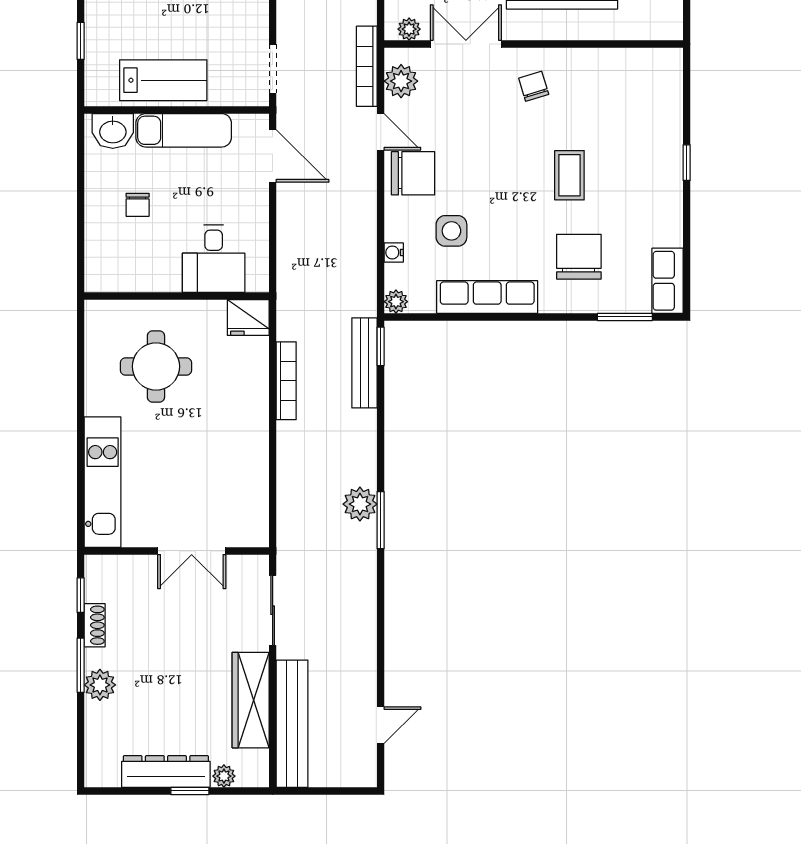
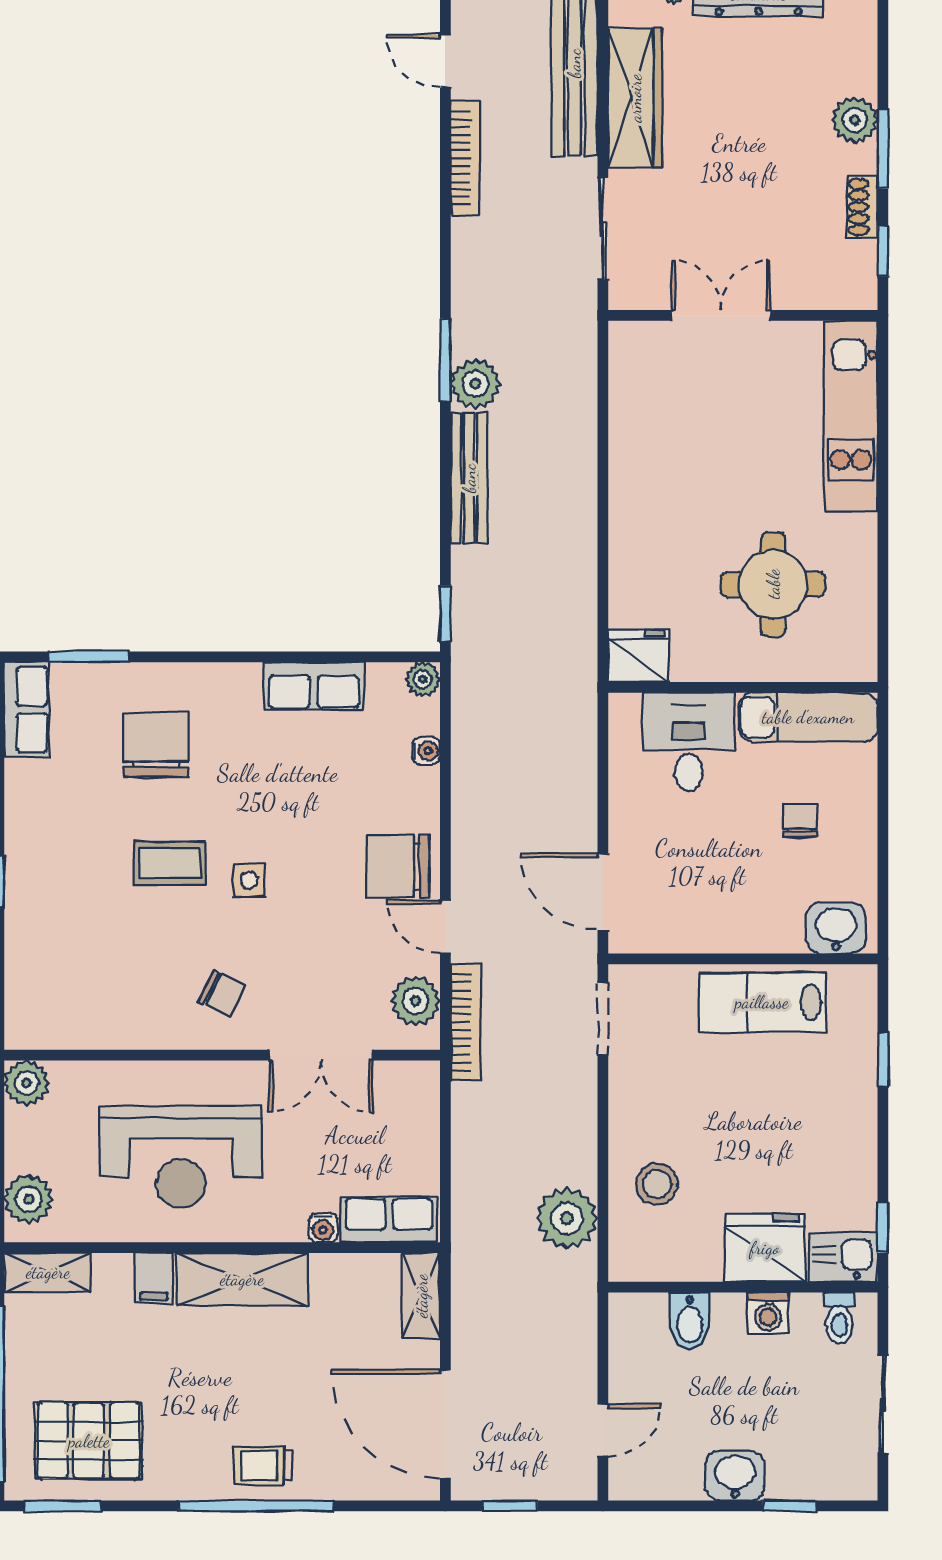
plant: (409, 29) -> (27, 1083), moved, width x1.38, depth x1.38
chair: (534, 86) -> (222, 993), turned -47
exam couch: (184, 130) -> (808, 717), moved, turned 180
coffee table: (569, 175) -> (170, 863), turned 90
side table: (451, 231) -> (249, 880), moved, width x0.73, depth x0.73
chair: (579, 257) -> (156, 745), turned 180
row of seats: (487, 297) -> (314, 686), width x0.68
bench: (364, 363) -> (469, 478), moved
bookcase: (286, 381) -> (465, 158), moved, turned 180
door: (381, 725) -> (445, 61), hinge flipped

